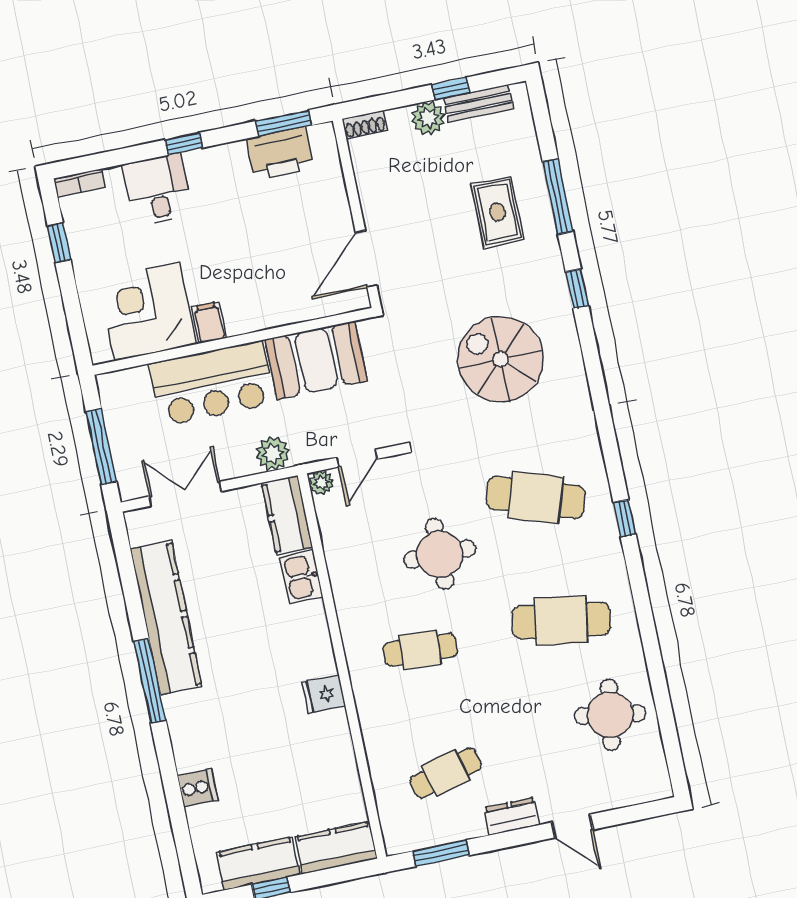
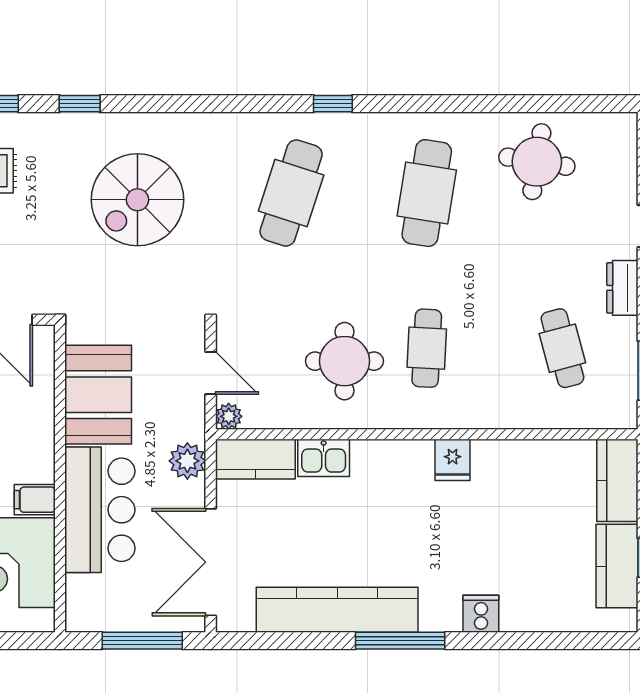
double door: (185, 494) -> (211, 562), width x1.37
round table: (440, 554) -> (344, 361), moved
cooker: (197, 788) -> (481, 614), moved

